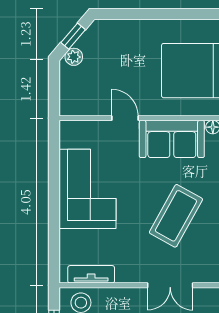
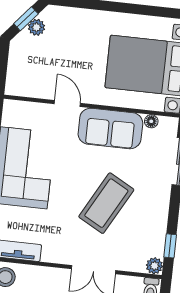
plant: (74, 57) -> (37, 27), moved

